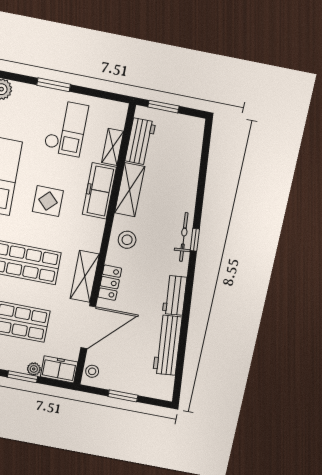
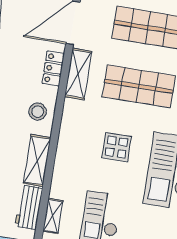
shelving: (113, 147) -> (53, 216), moved
freezer: (99, 191) -> (67, 159), removed

